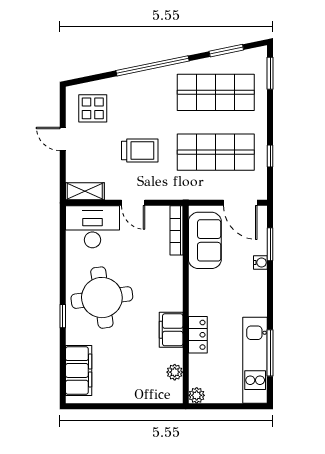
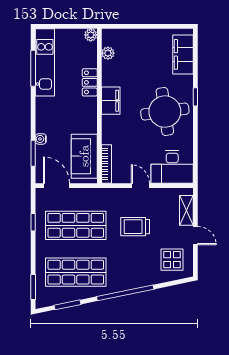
shelving: (85, 191) -> (186, 210), moved, turned 90
filing cabinet: (171, 330) -> (111, 101), moved

